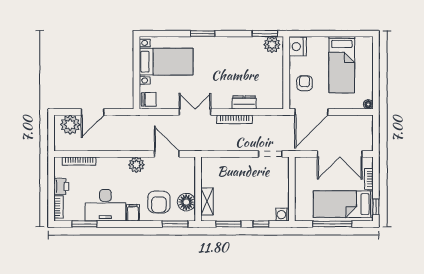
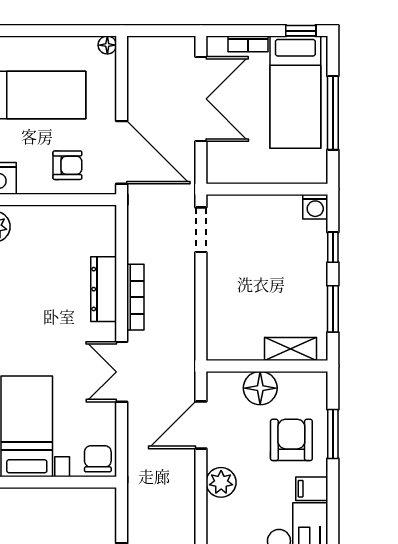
armchair: (305, 83) -> (67, 165), turned 180
dresser: (244, 102) -> (104, 289), width x1.44
armchair: (159, 202) -> (291, 440), turned -90
floor lamp: (186, 202) -> (260, 388), moved
window: (175, 224) -> (333, 434), moved

